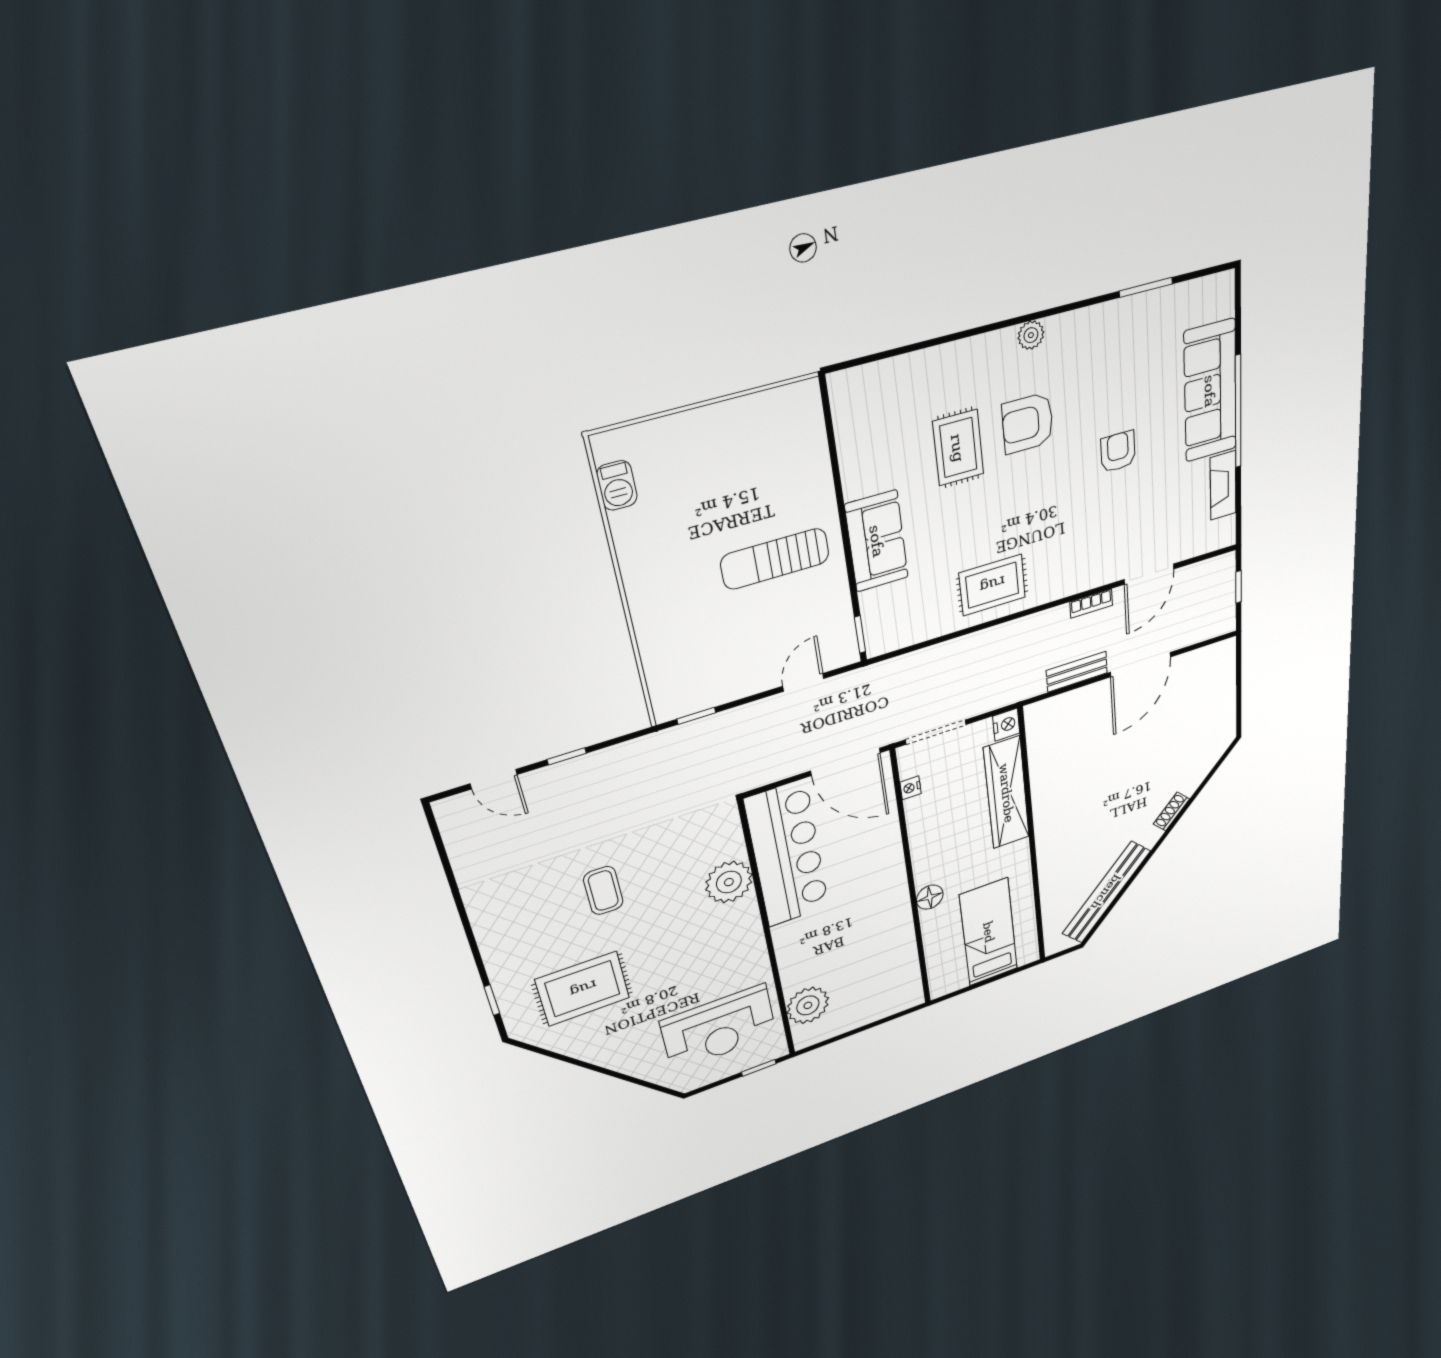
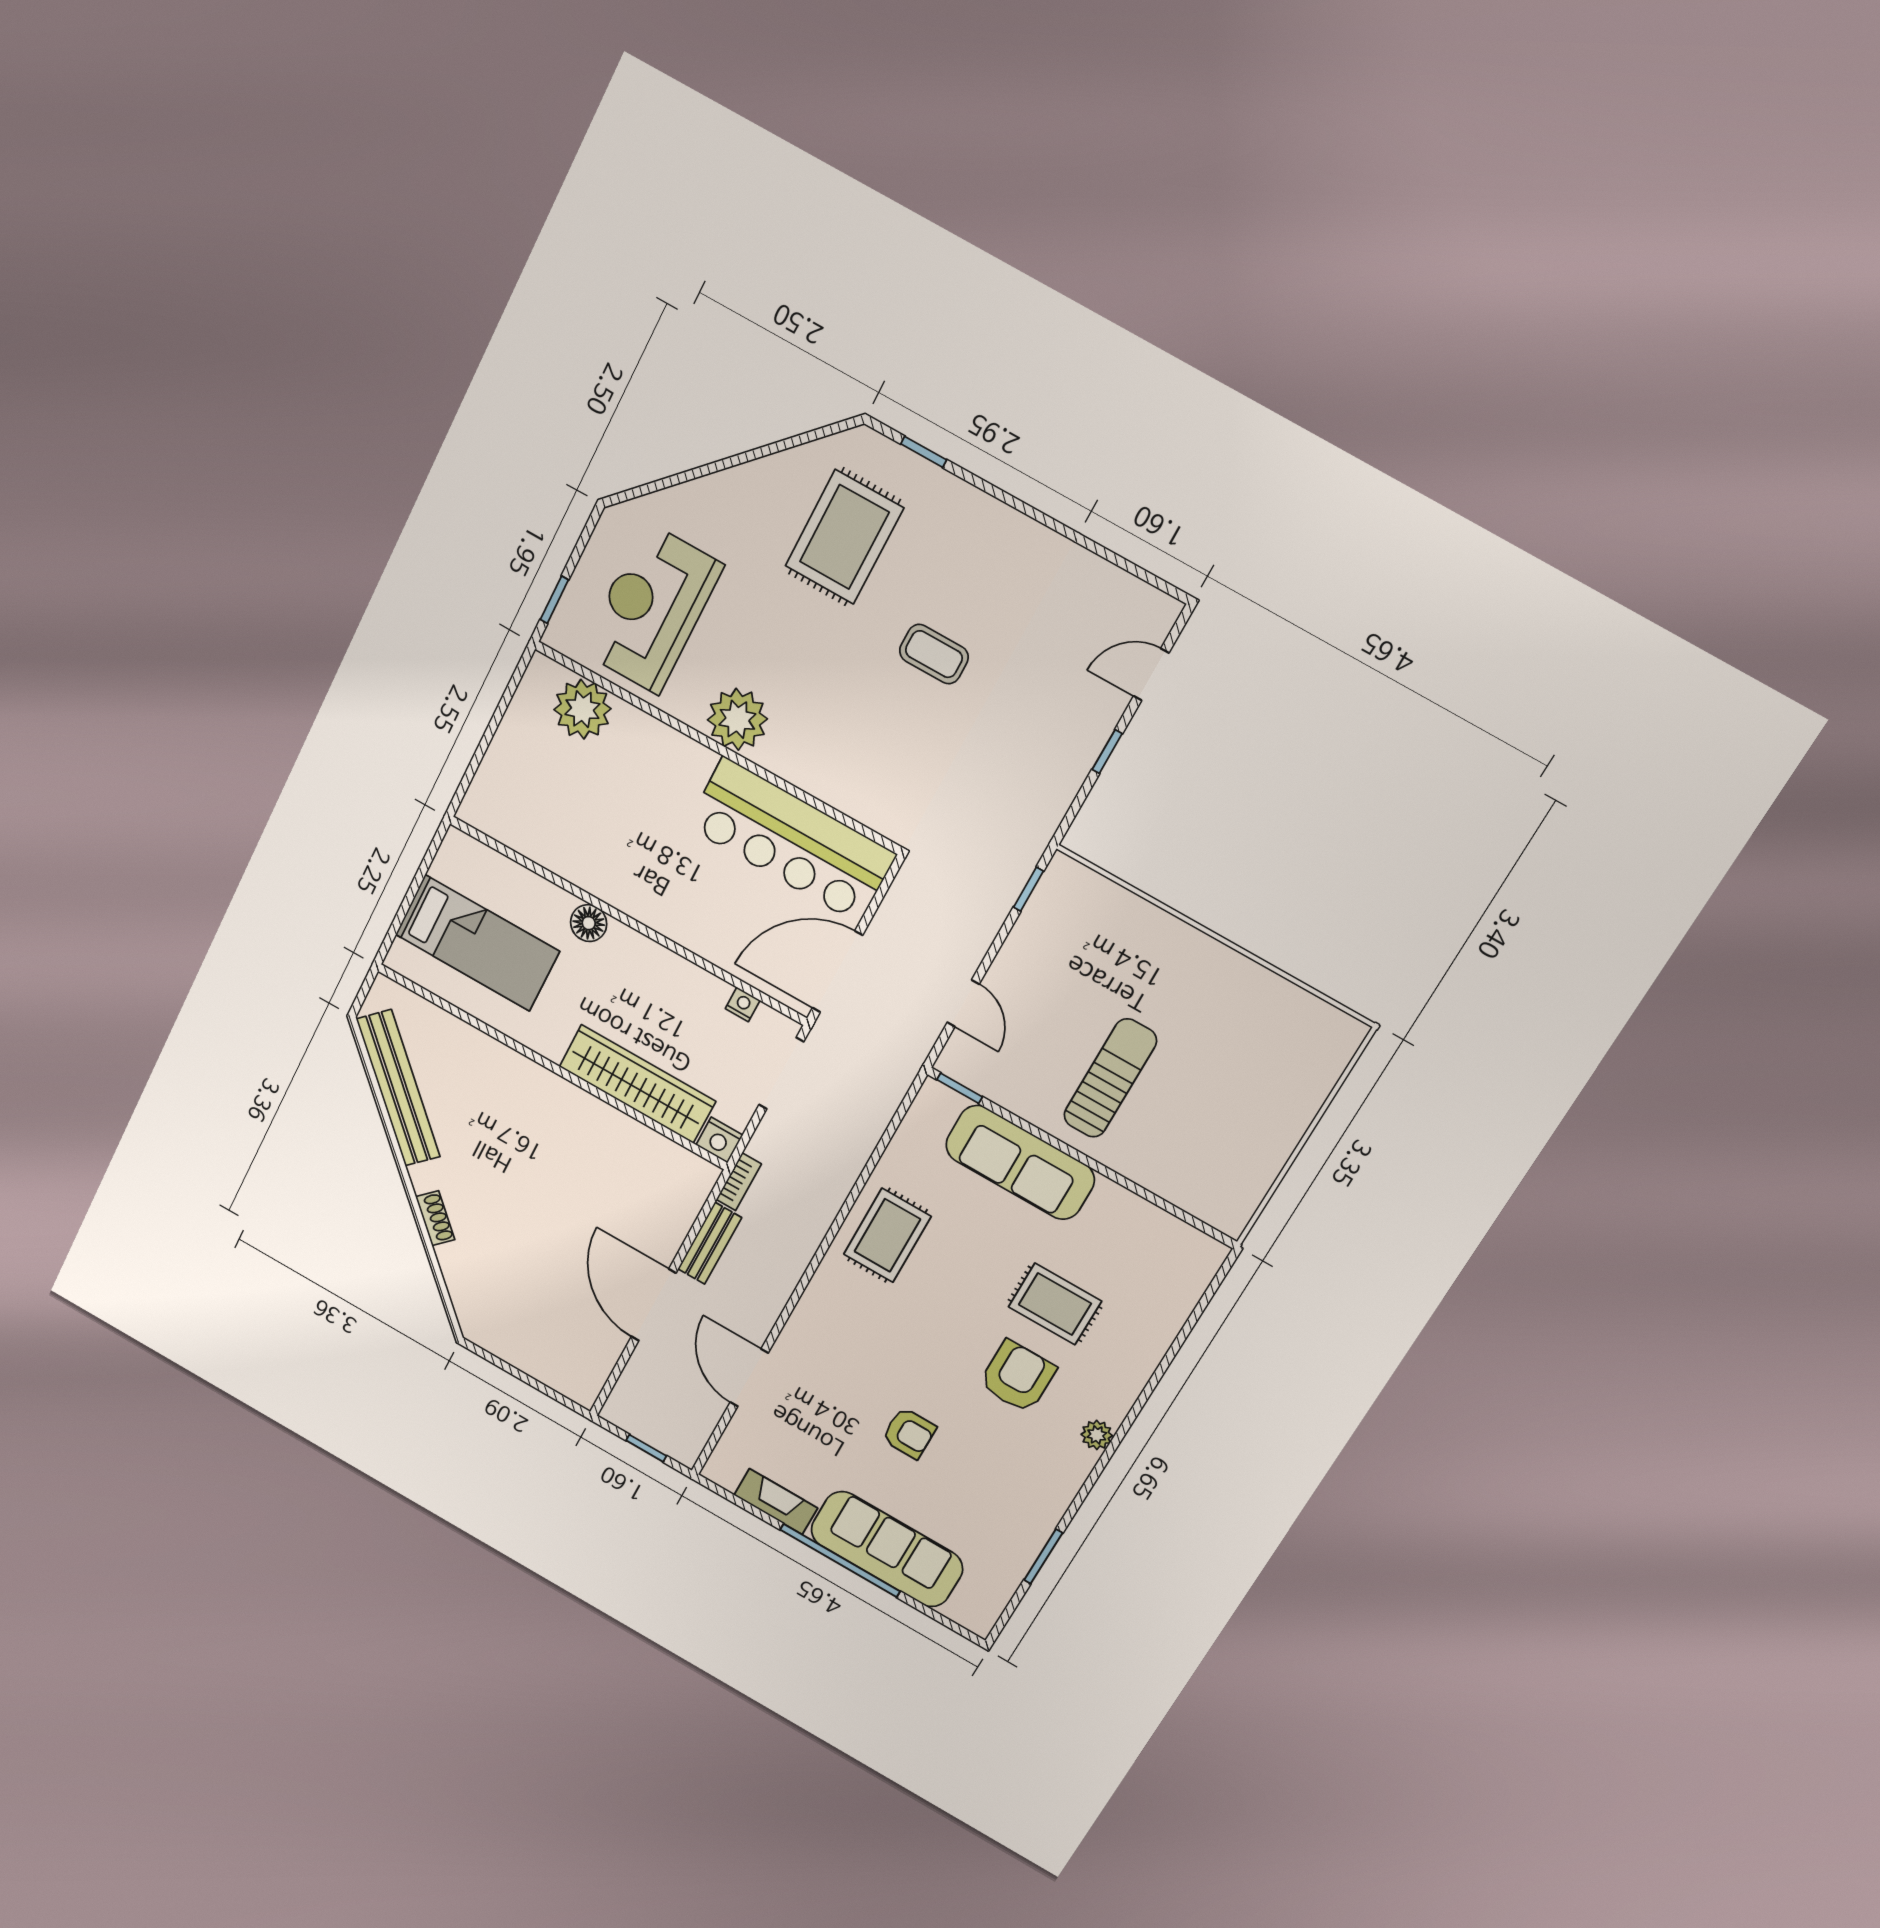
barbecue: (617, 485) -> (1308, 1012), removed
sofa: (877, 541) -> (1020, 1162), width x1.36
bookcase: (1091, 604) -> (739, 1182), moved, turned 180
plant: (729, 882) -> (737, 719), moved

